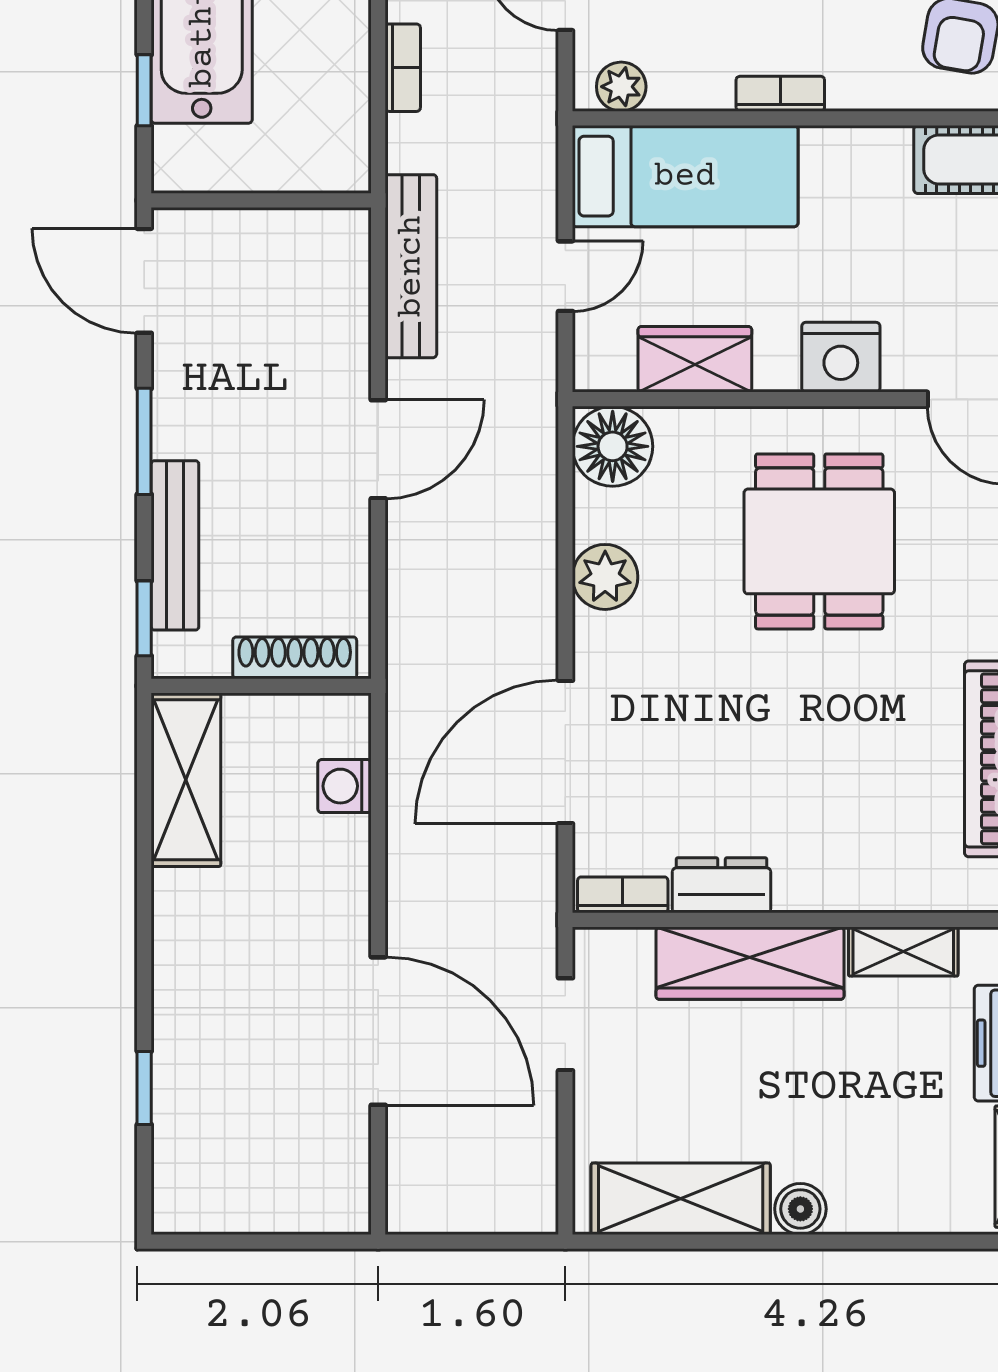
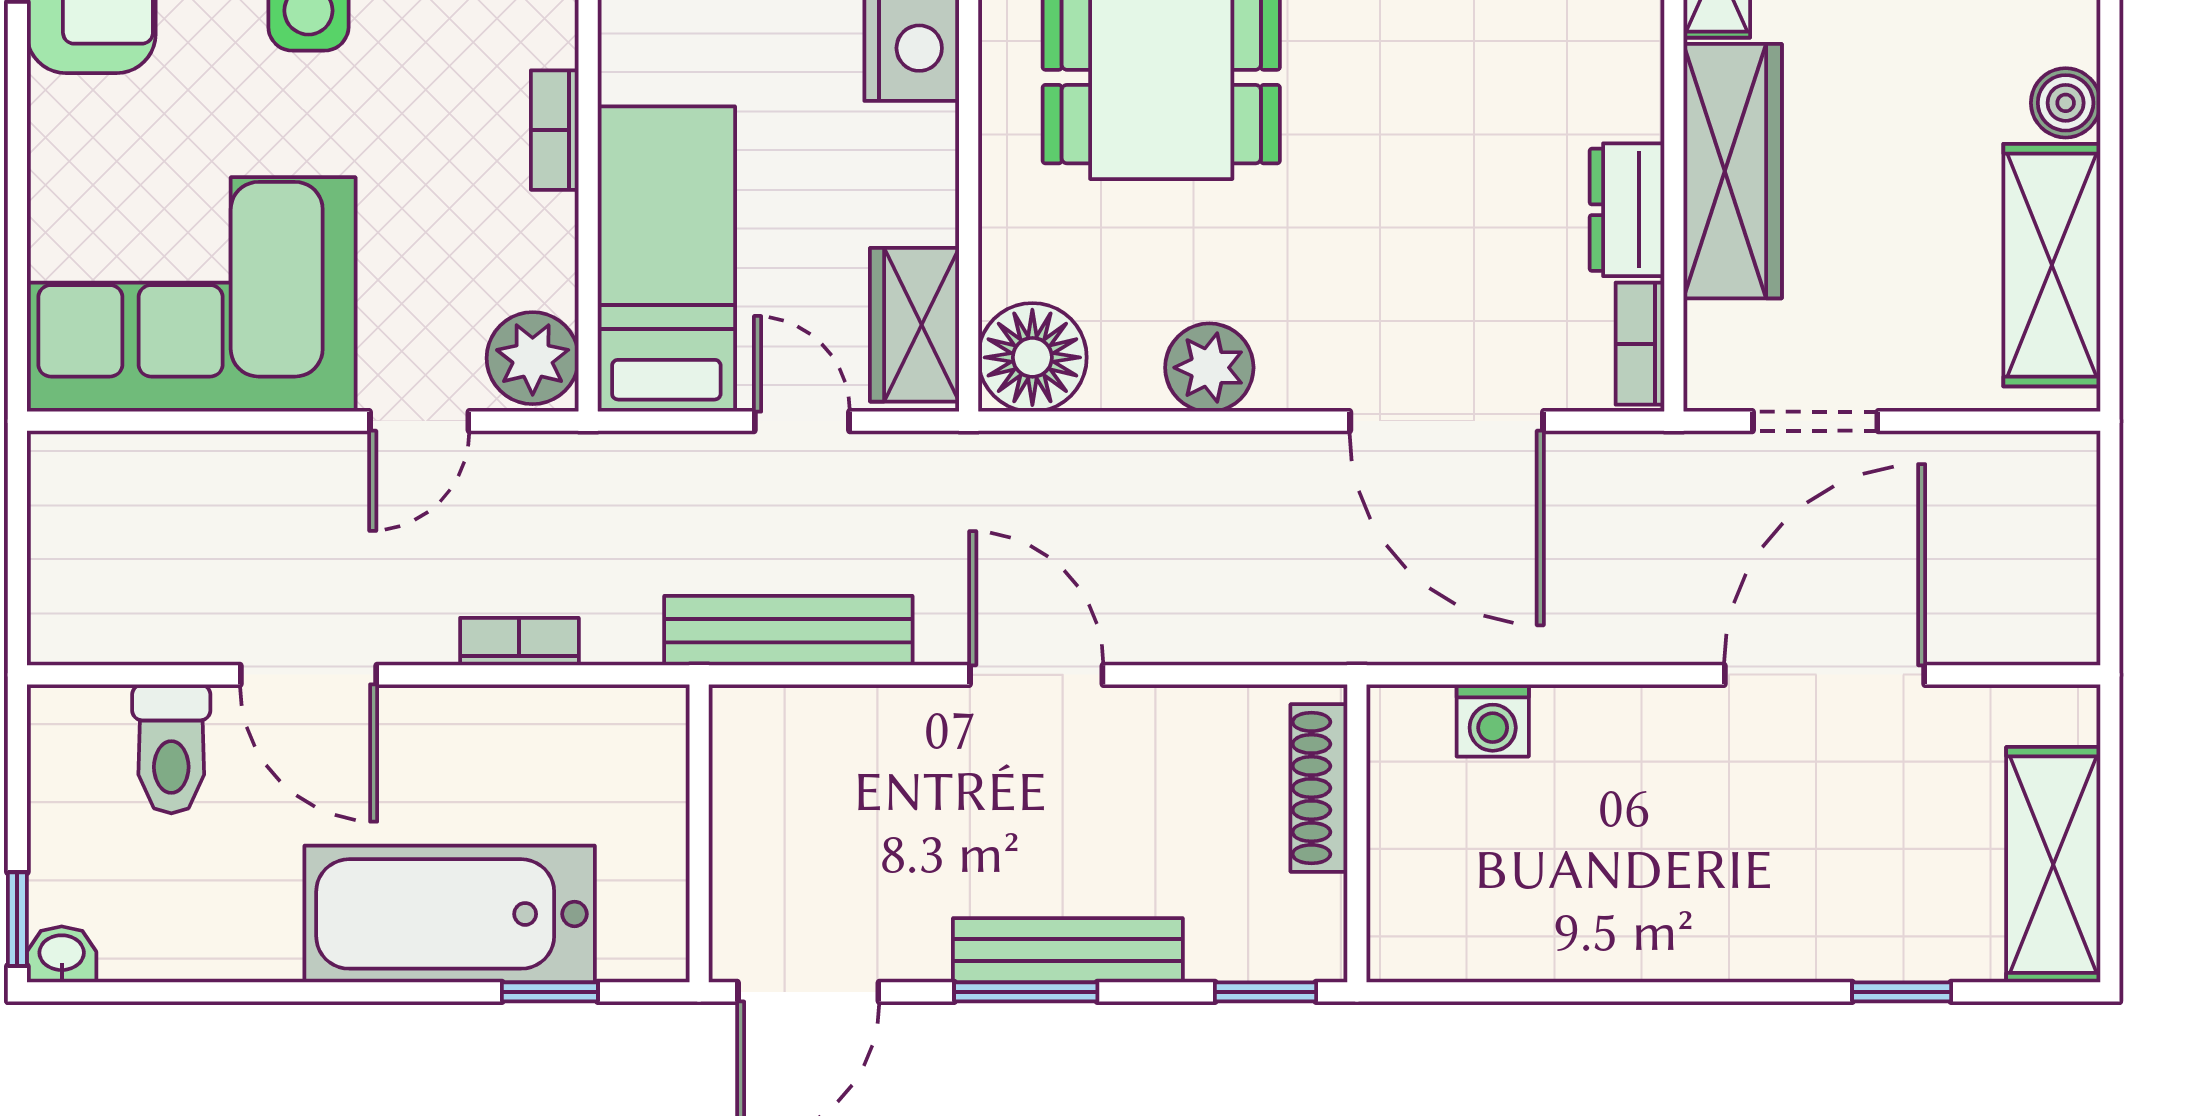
plant: (621, 87) -> (533, 358), width x1.38, depth x1.38
wardrobe: (695, 359) -> (914, 325), moved
bench: (175, 545) -> (1068, 950), moved
shelving: (186, 780) -> (2053, 865), moved, turned 90

